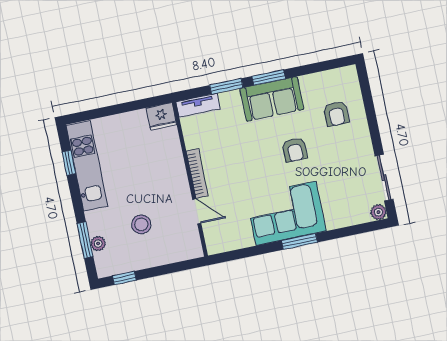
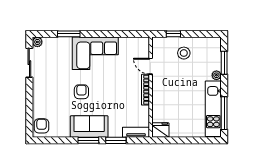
armchair: (336, 114) -> (42, 126), moved
window: (69, 163) -> (224, 113), width x2.17
stool: (141, 224) -> (184, 53), moved
window: (299, 241) -> (69, 34), moved
plant: (98, 244) -> (216, 75), moved
window: (124, 278) -> (173, 34), moved

